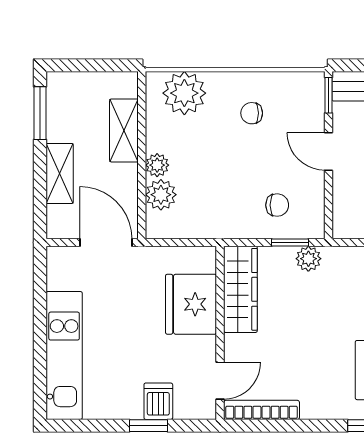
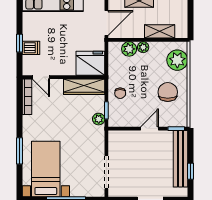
chair: (252, 113) -> (168, 92), width x1.87, depth x1.87
chair: (277, 205) -> (120, 93), moved
fridge: (191, 304) -> (90, 63), moved

